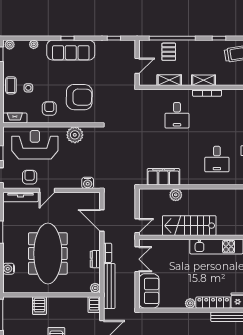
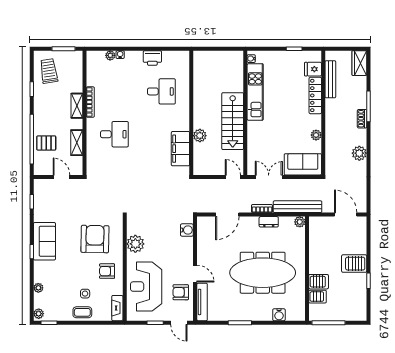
sofa: (71, 50) -> (44, 241), width x0.73
plant: (190, 303) -> (316, 135), moved
server rack: (94, 305) -> (317, 297), moved

